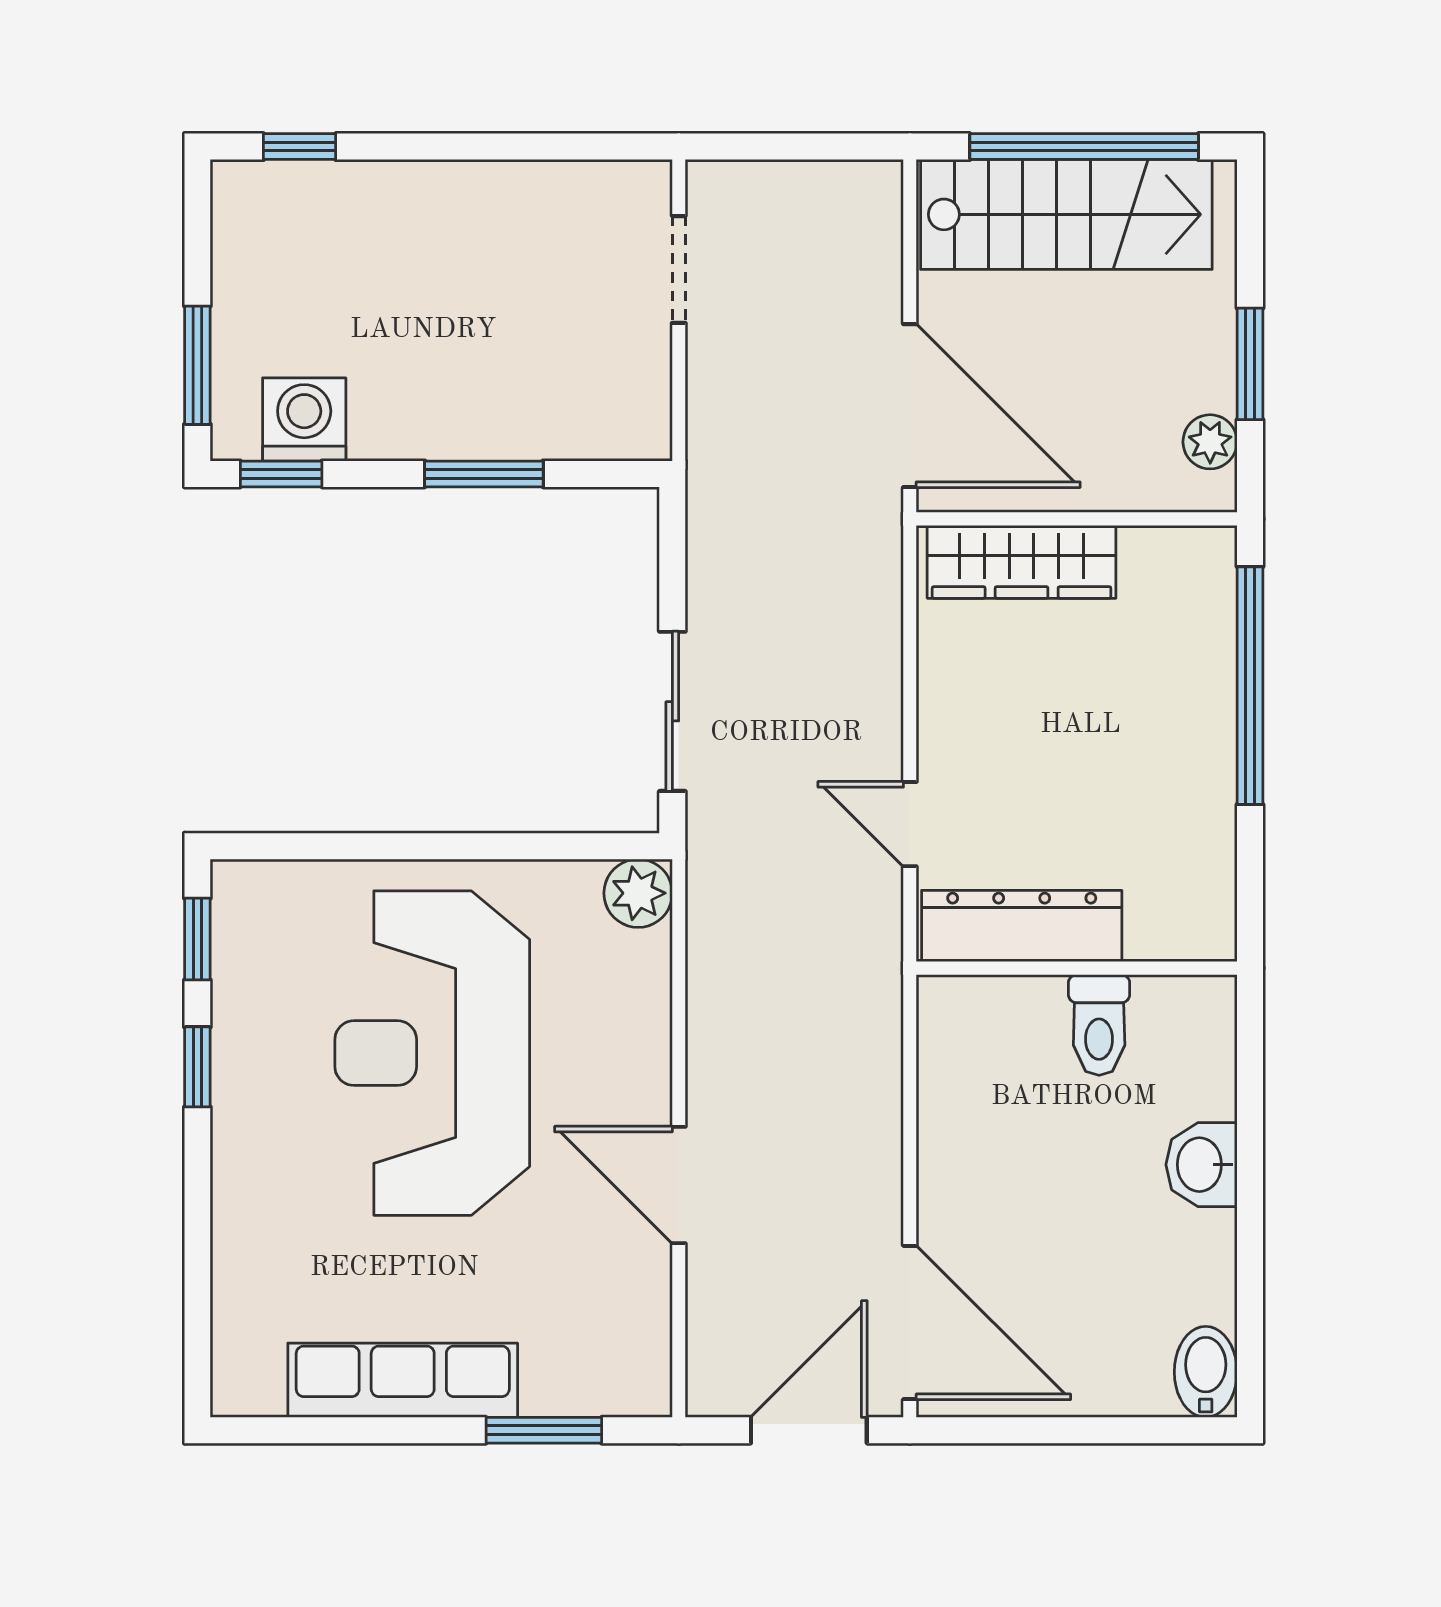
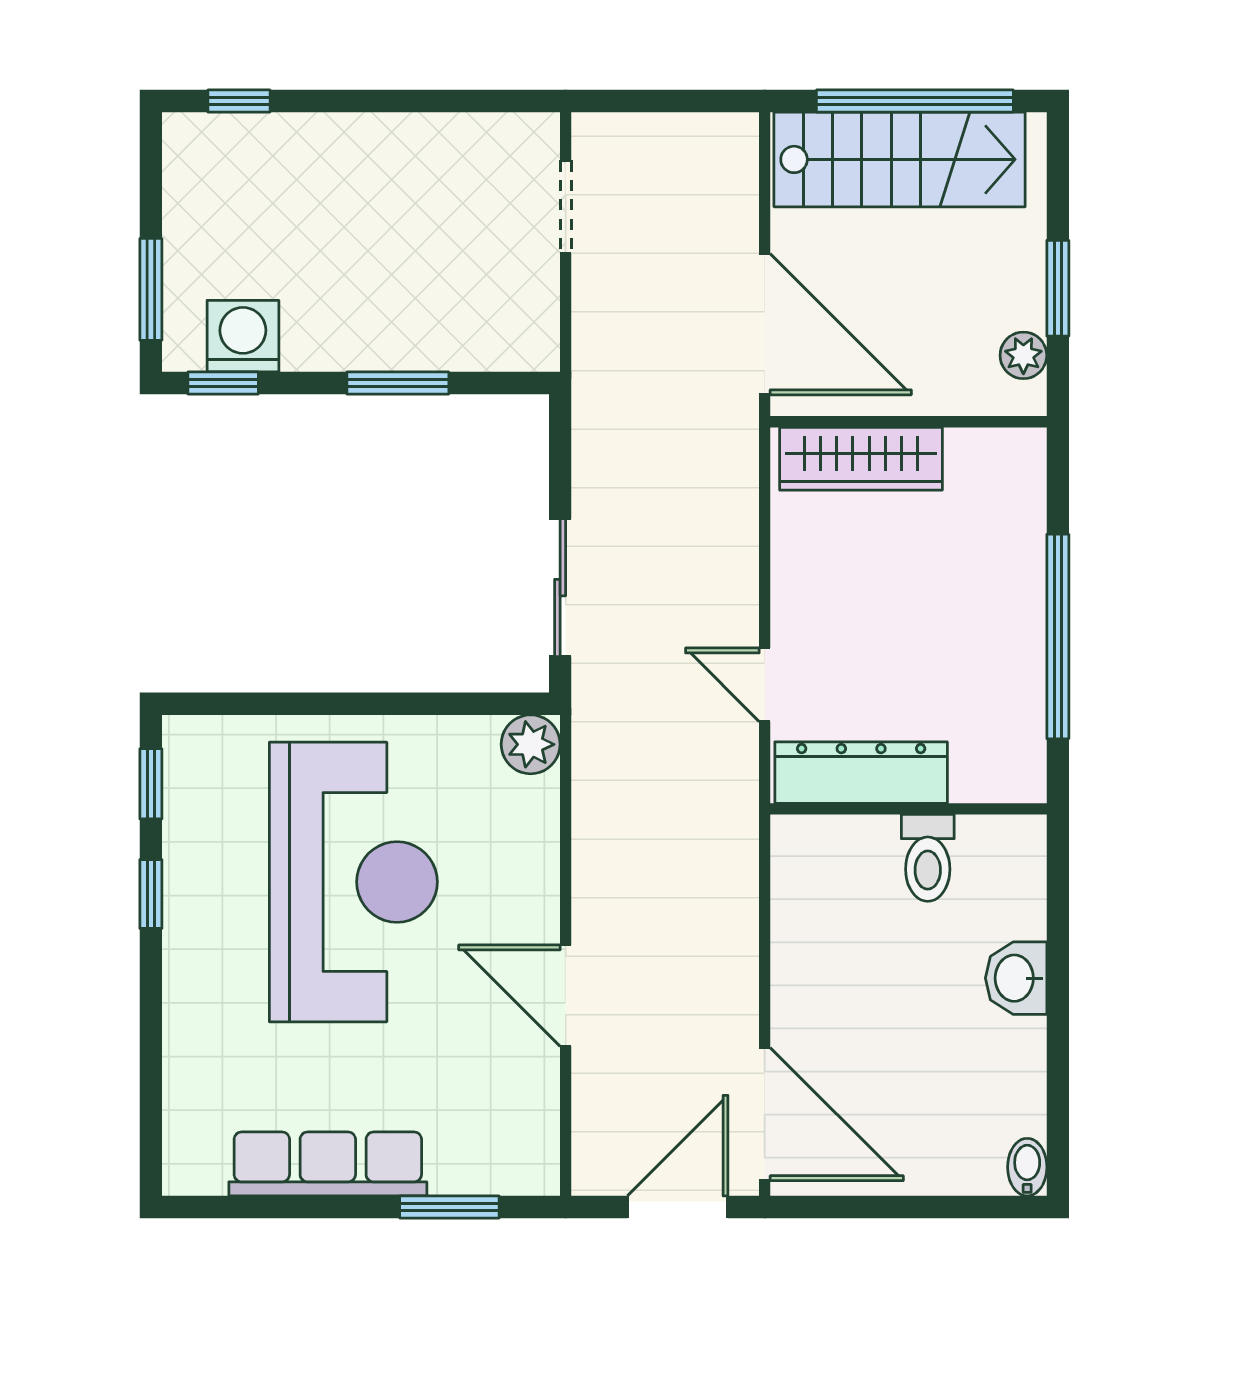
window: (1250, 686) -> (1058, 637), moved
reception desk: (432, 1053) -> (353, 882), turned 180
bidet: (1206, 1372) -> (1027, 1167), width x0.72, depth x0.74

